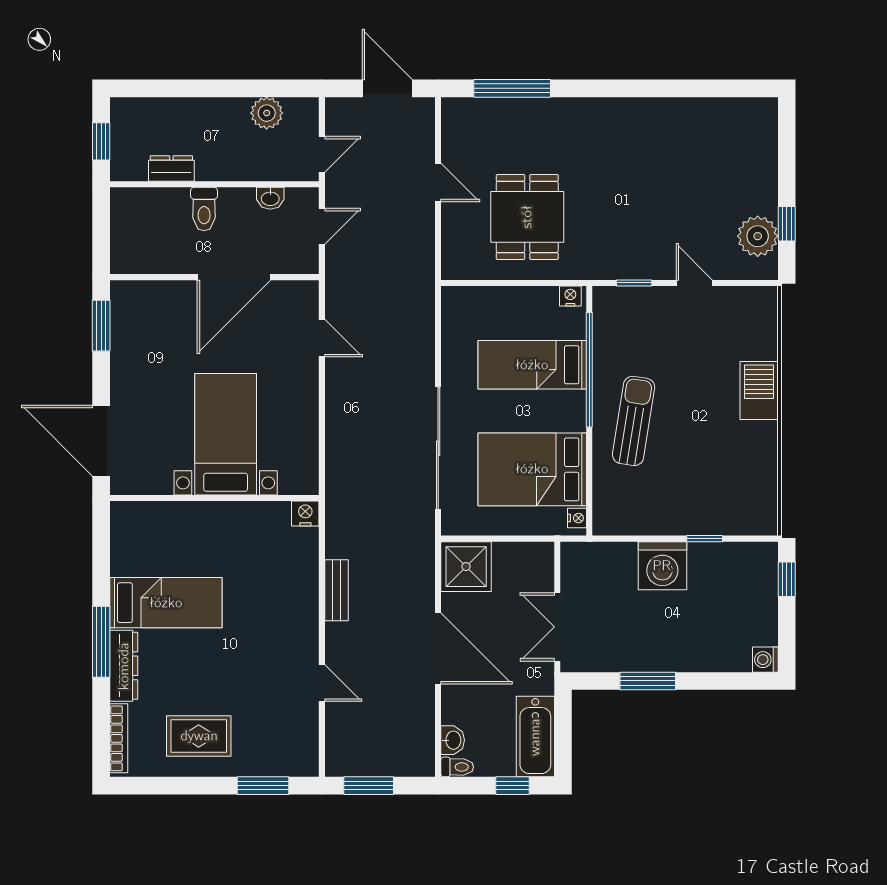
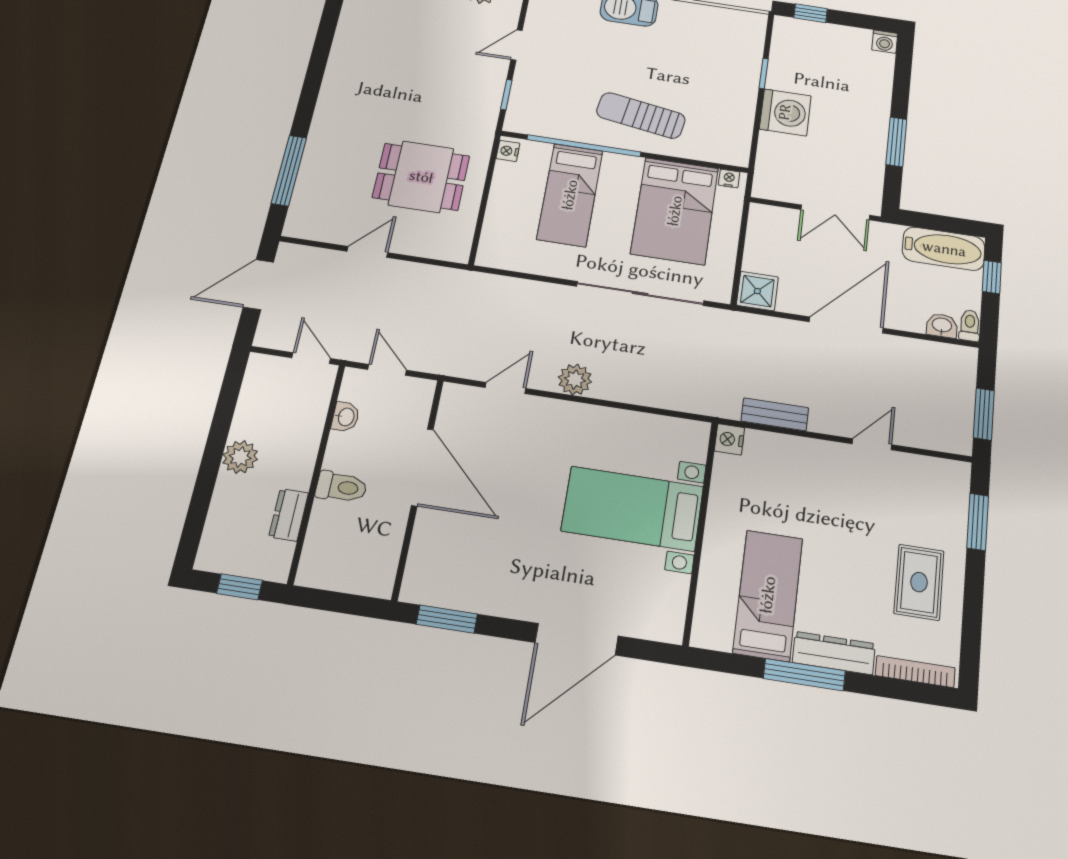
plant: (267, 113) -> (240, 457), moved
plant: (341, 401) -> (575, 380), added
bed with nightstands: (226, 434) -> (633, 509), moved
wall: (214, 498) -> (701, 531), moved
nightstand: (305, 513) -> (729, 439), moved
shower: (466, 567) -> (757, 291), width x0.73, depth x0.73

